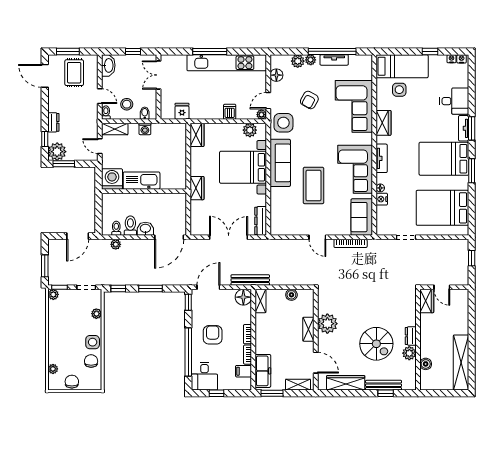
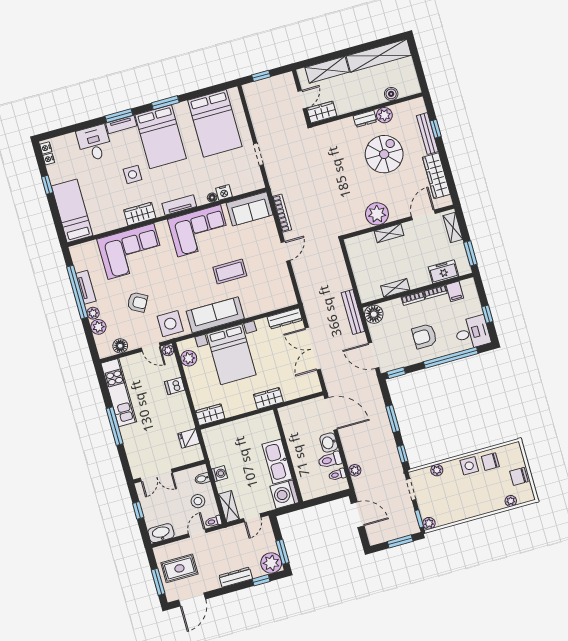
kitchen unit: (227, 63) -> (119, 393), width x0.73
side table: (399, 90) -> (133, 174), moved
dresser: (53, 122) -> (236, 577), width x1.44
coffee table: (313, 185) -> (230, 271), width x0.73, depth x0.76
boiler: (291, 295) -> (356, 262), removed
shelving: (260, 301) -> (395, 288), moved
shelving: (461, 315) -> (327, 70), added
freezer: (263, 371) -> (443, 272), width x0.71

